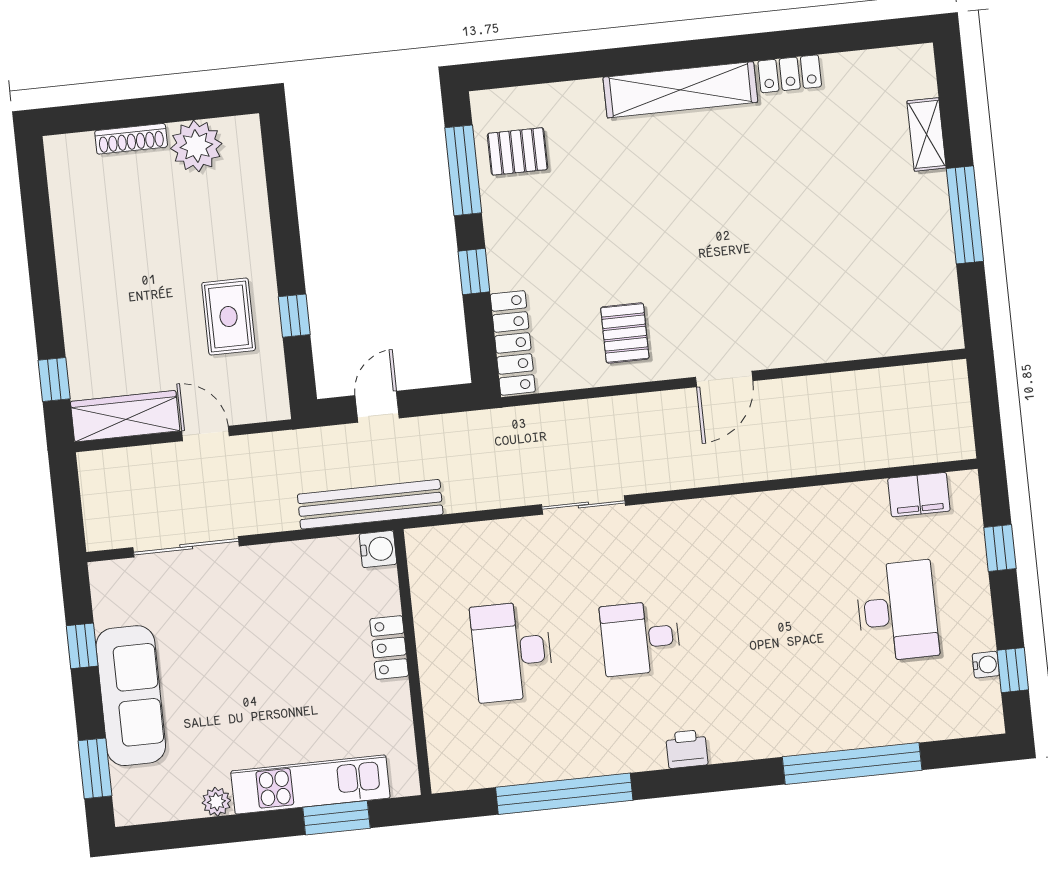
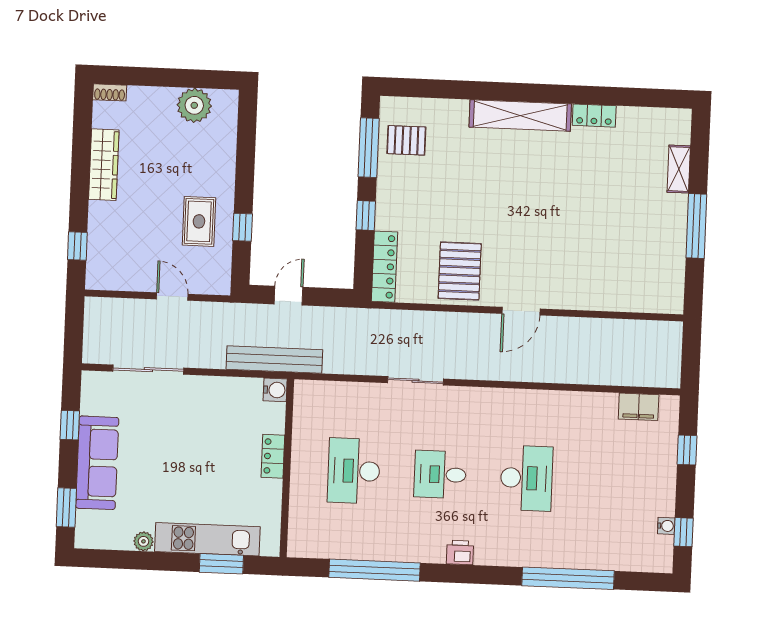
shoe rack: (131, 139) -> (110, 92), moved, width x0.70
pallet: (625, 333) -> (460, 271), width x1.50, depth x1.42
wardrobe: (125, 416) -> (104, 165), moved, turned 90
desk: (897, 611) -> (526, 478), moved

